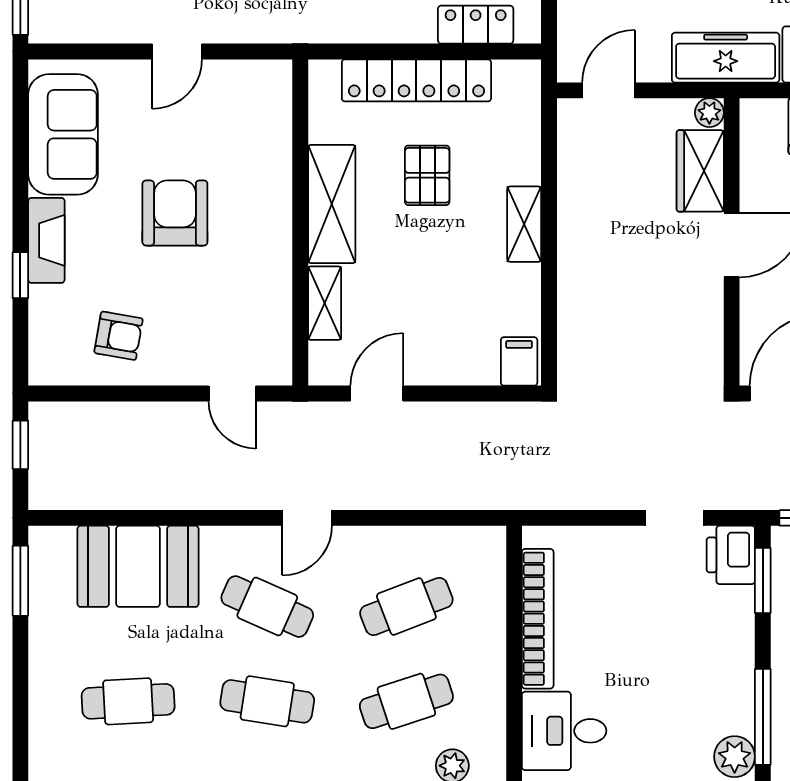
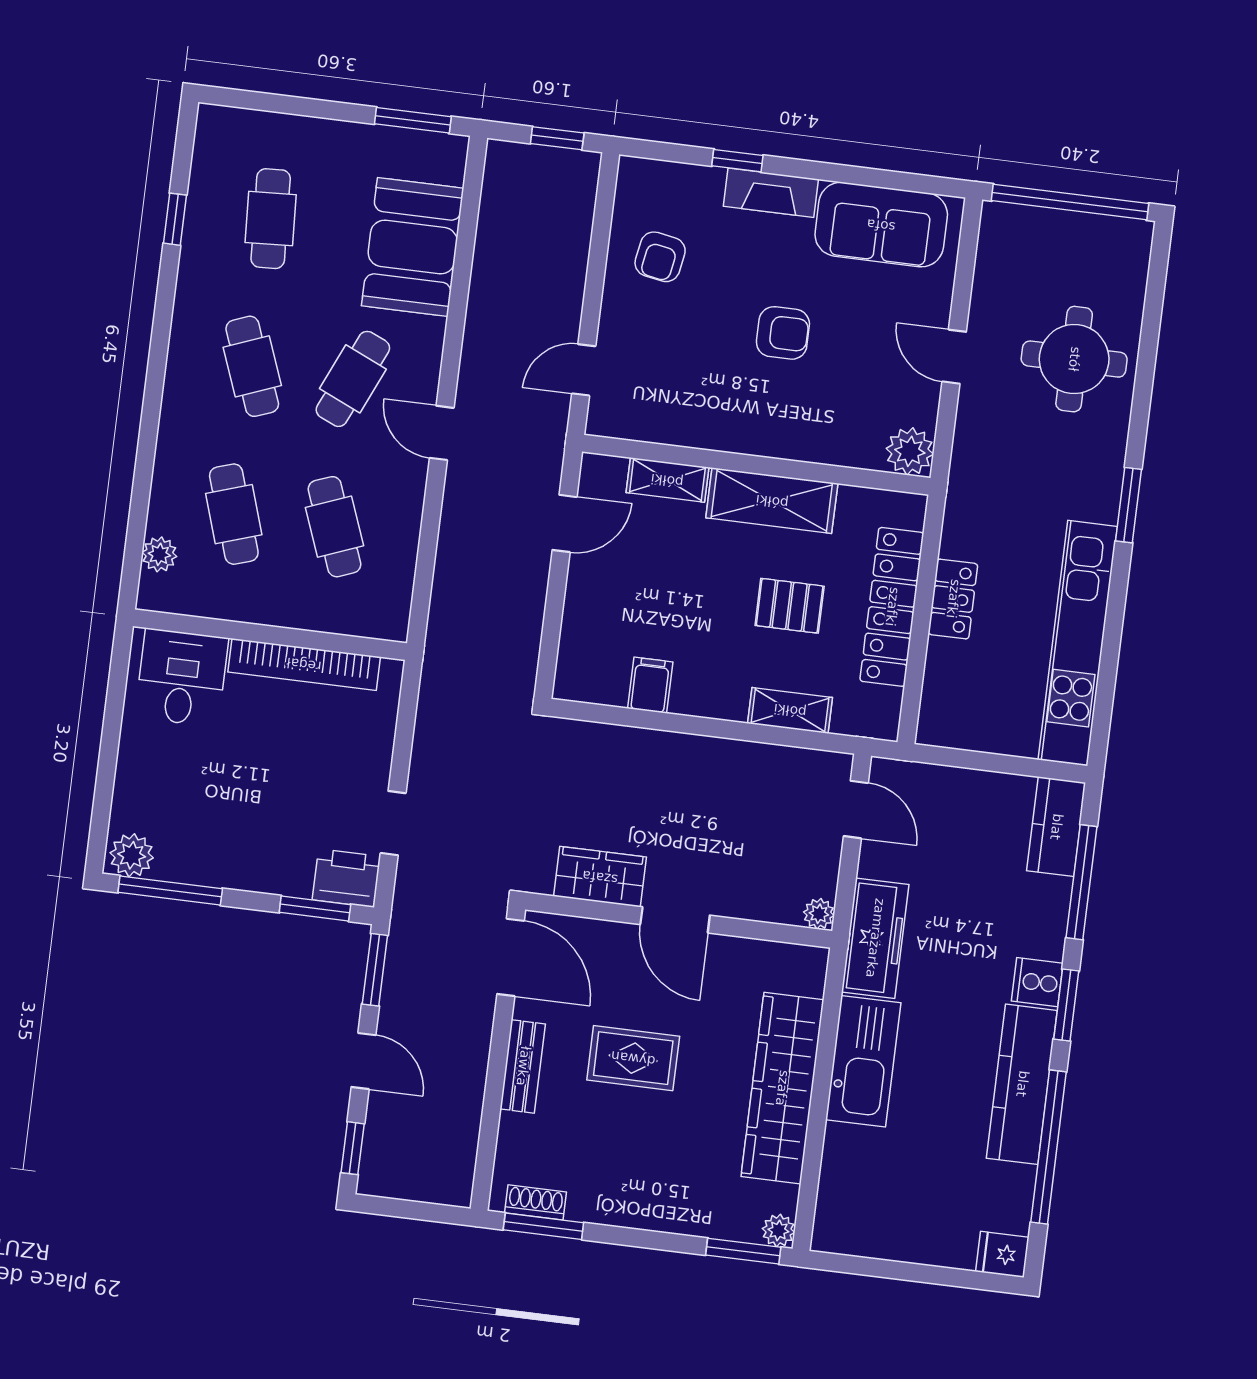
locker: (476, 25) -> (953, 599), moved
plant: (270, 82) -> (910, 451), added
wardrobe: (700, 171) -> (600, 877), moved
armchair: (175, 213) -> (783, 333), width x0.72, depth x0.72
shelving: (524, 224) -> (790, 710), moved
filing cabinet: (519, 361) -> (650, 685), moved, turned -90
door: (377, 394) -> (565, 523), hinge flipped
cafe table: (267, 701) -> (252, 366), turned -30

